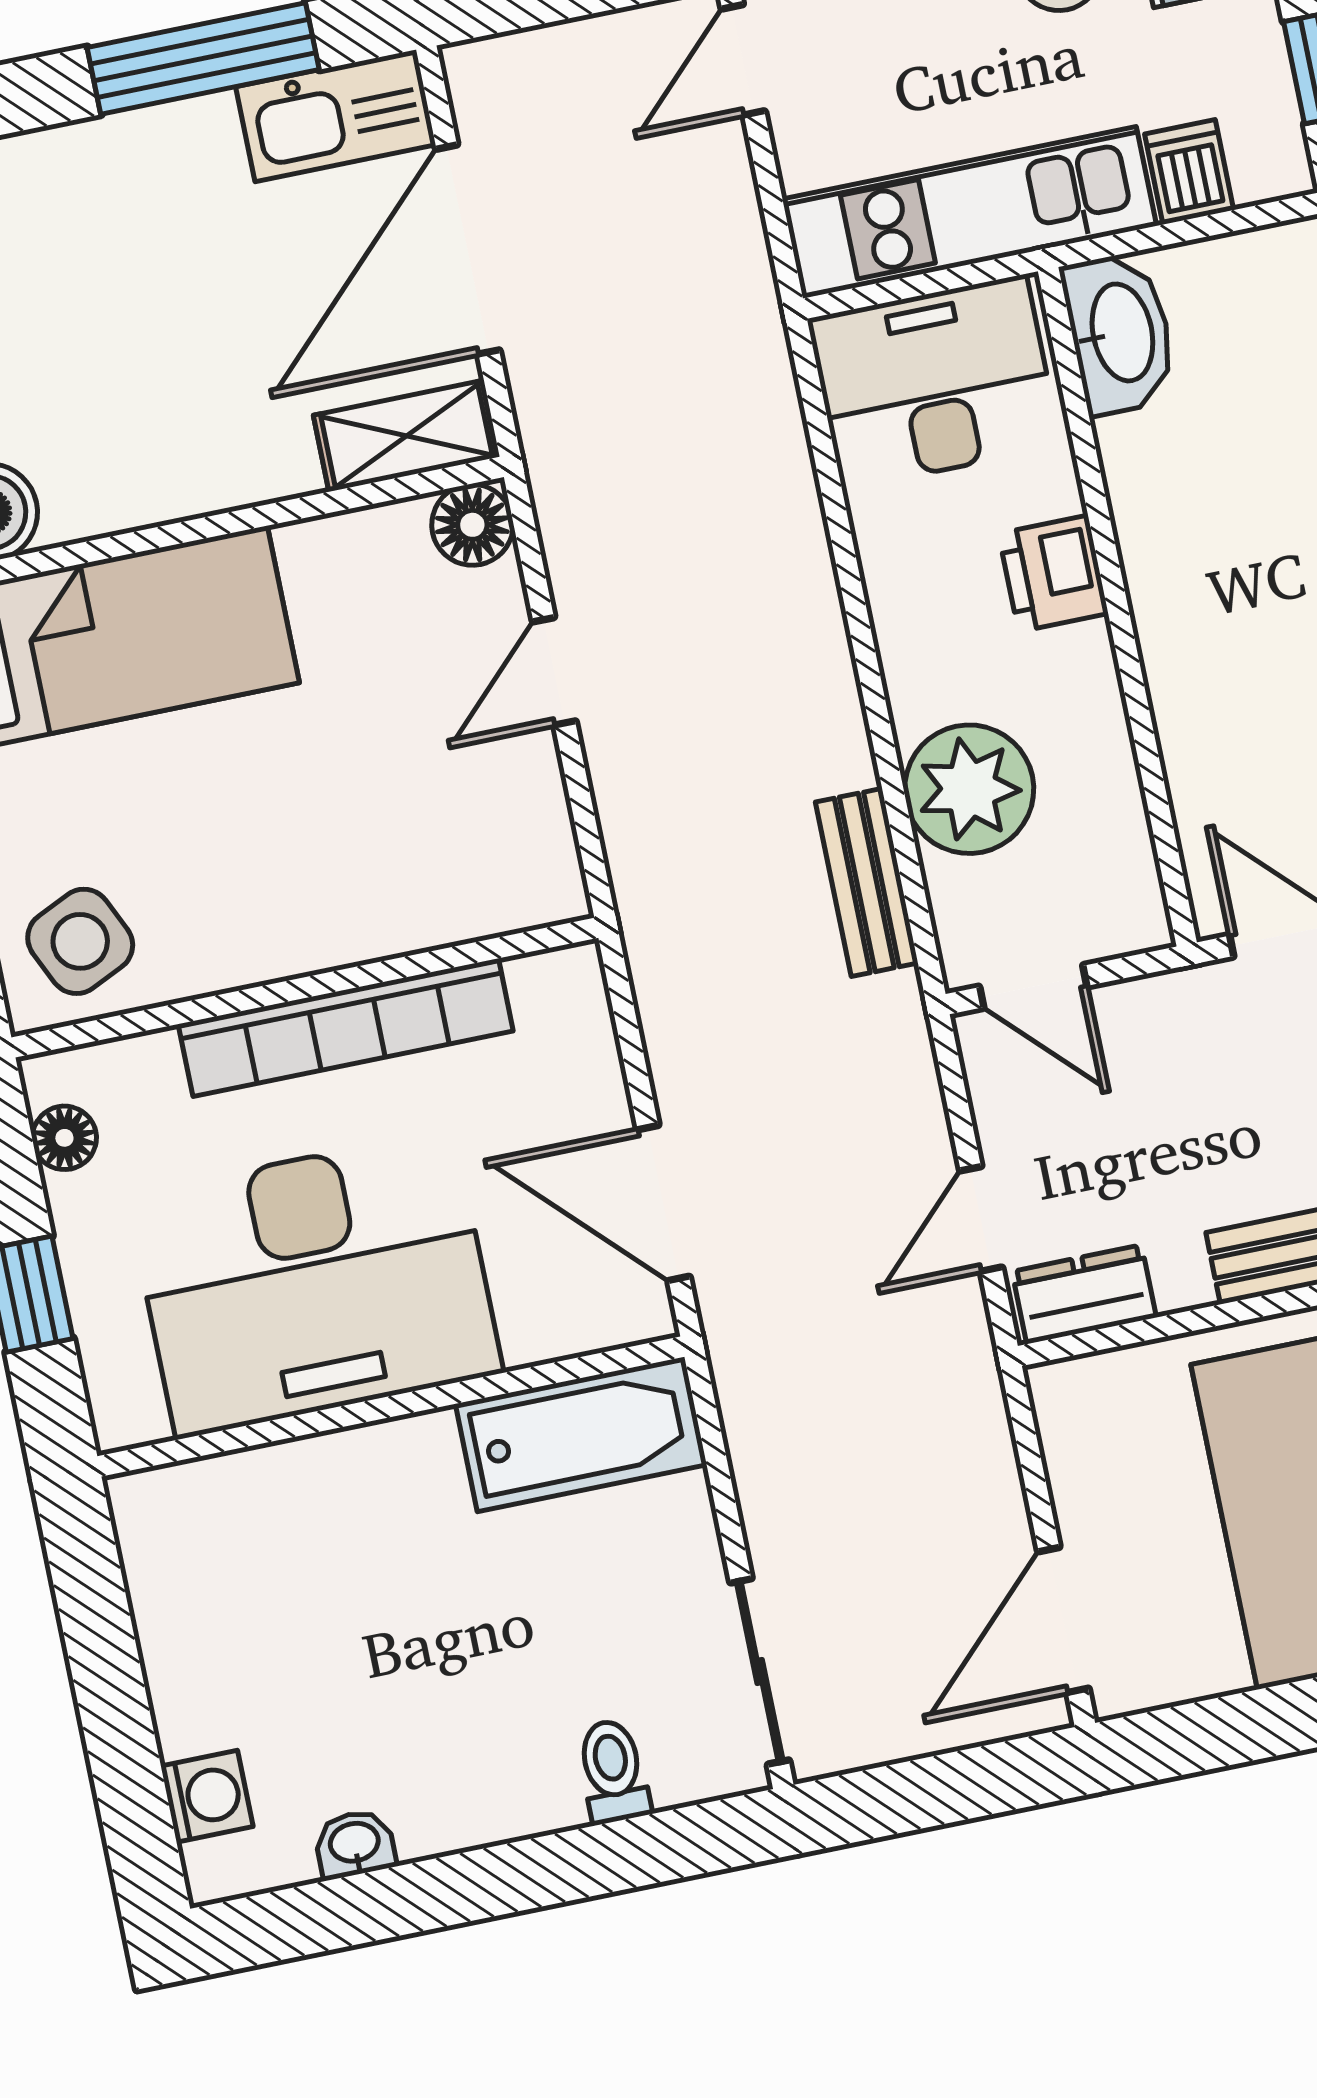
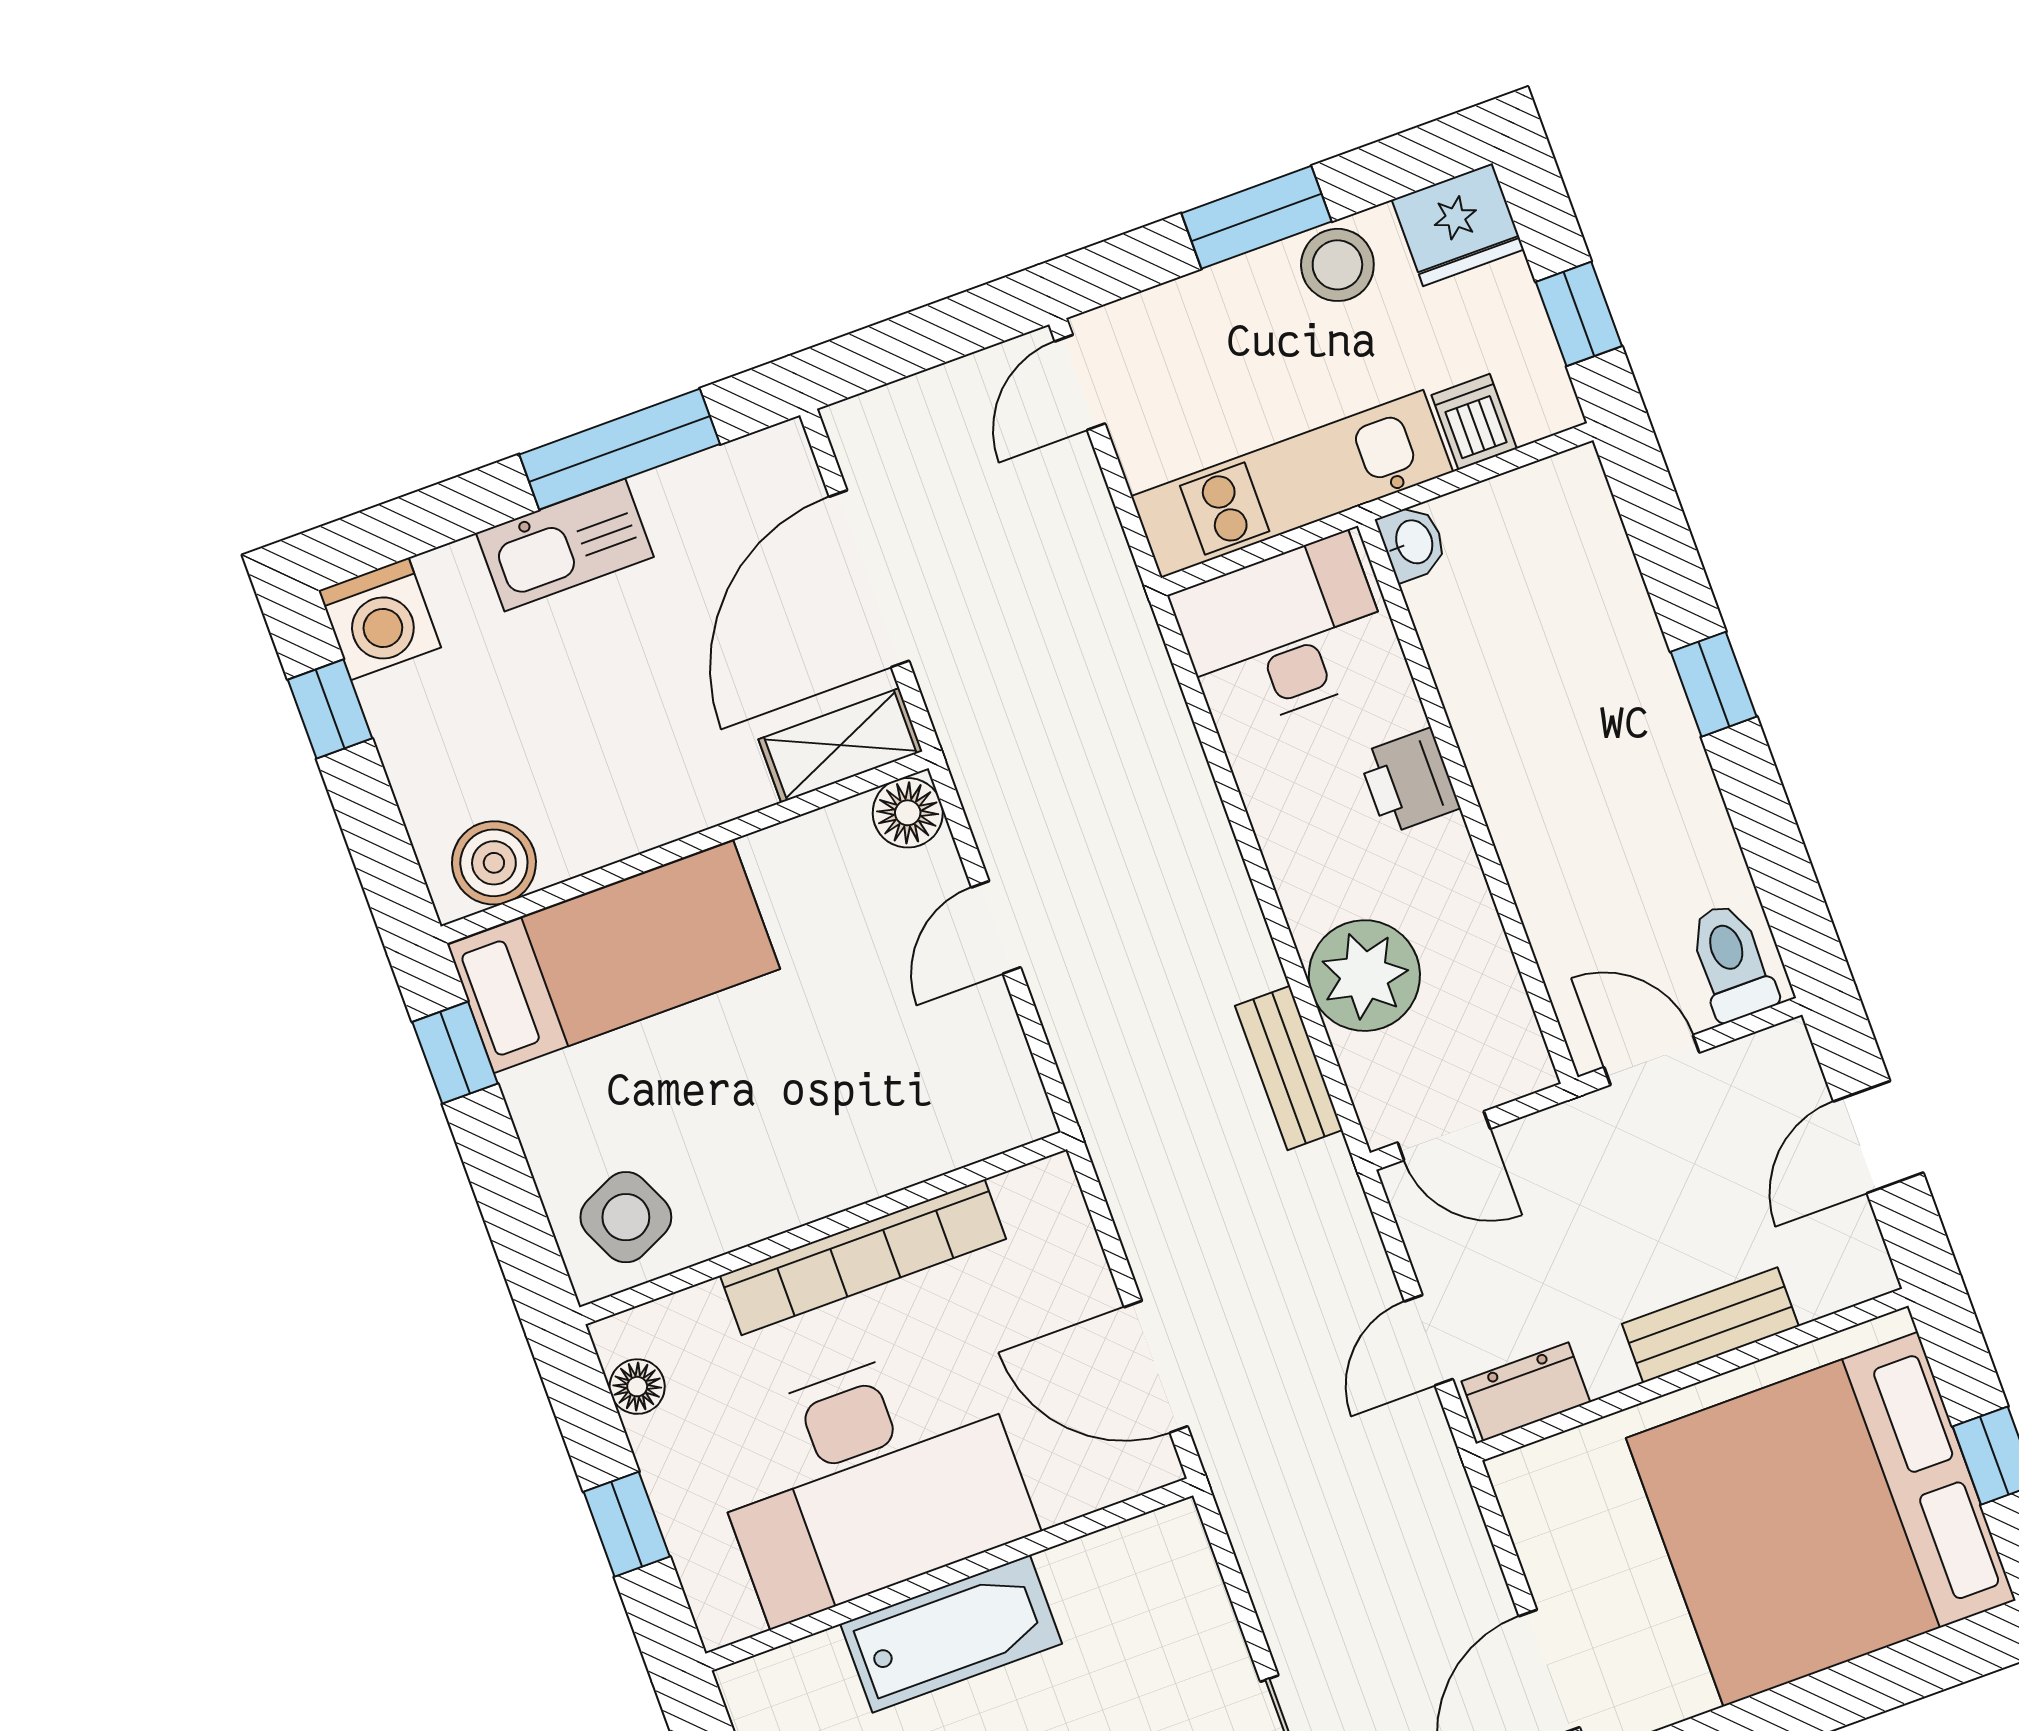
kitchen sink: (336, 116) -> (565, 545), moved
washbasin: (1120, 333) -> (1413, 542), width x0.52, depth x0.69
bathtub: (581, 1434) -> (951, 1634), moved

